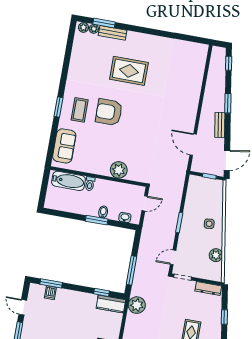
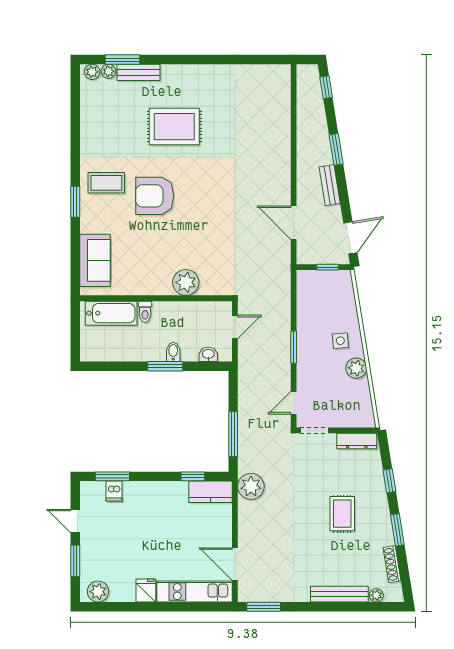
coffee table: (80, 110) -> (106, 183), moved, turned 90
plant: (216, 255) -> (356, 368), moved

